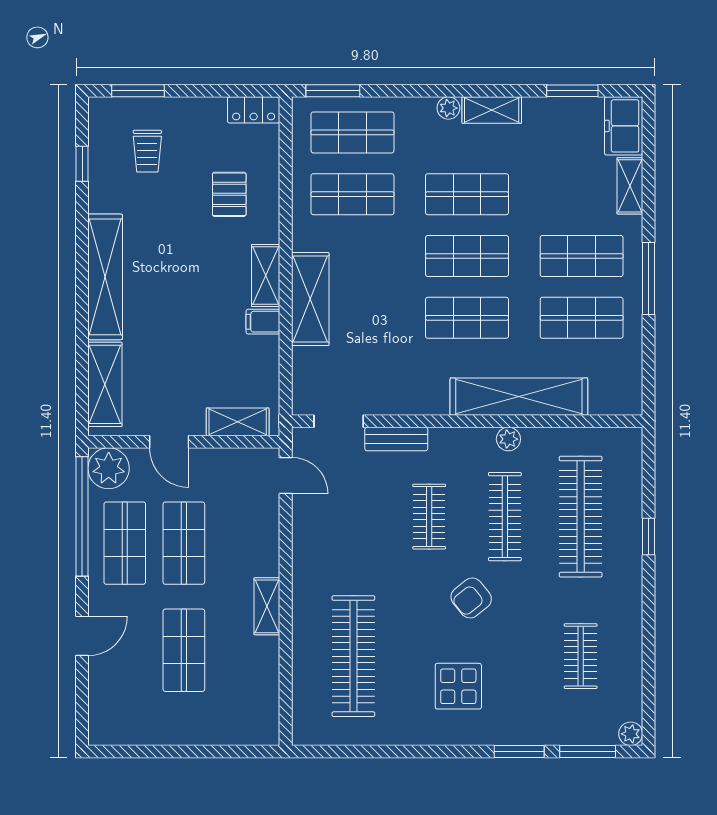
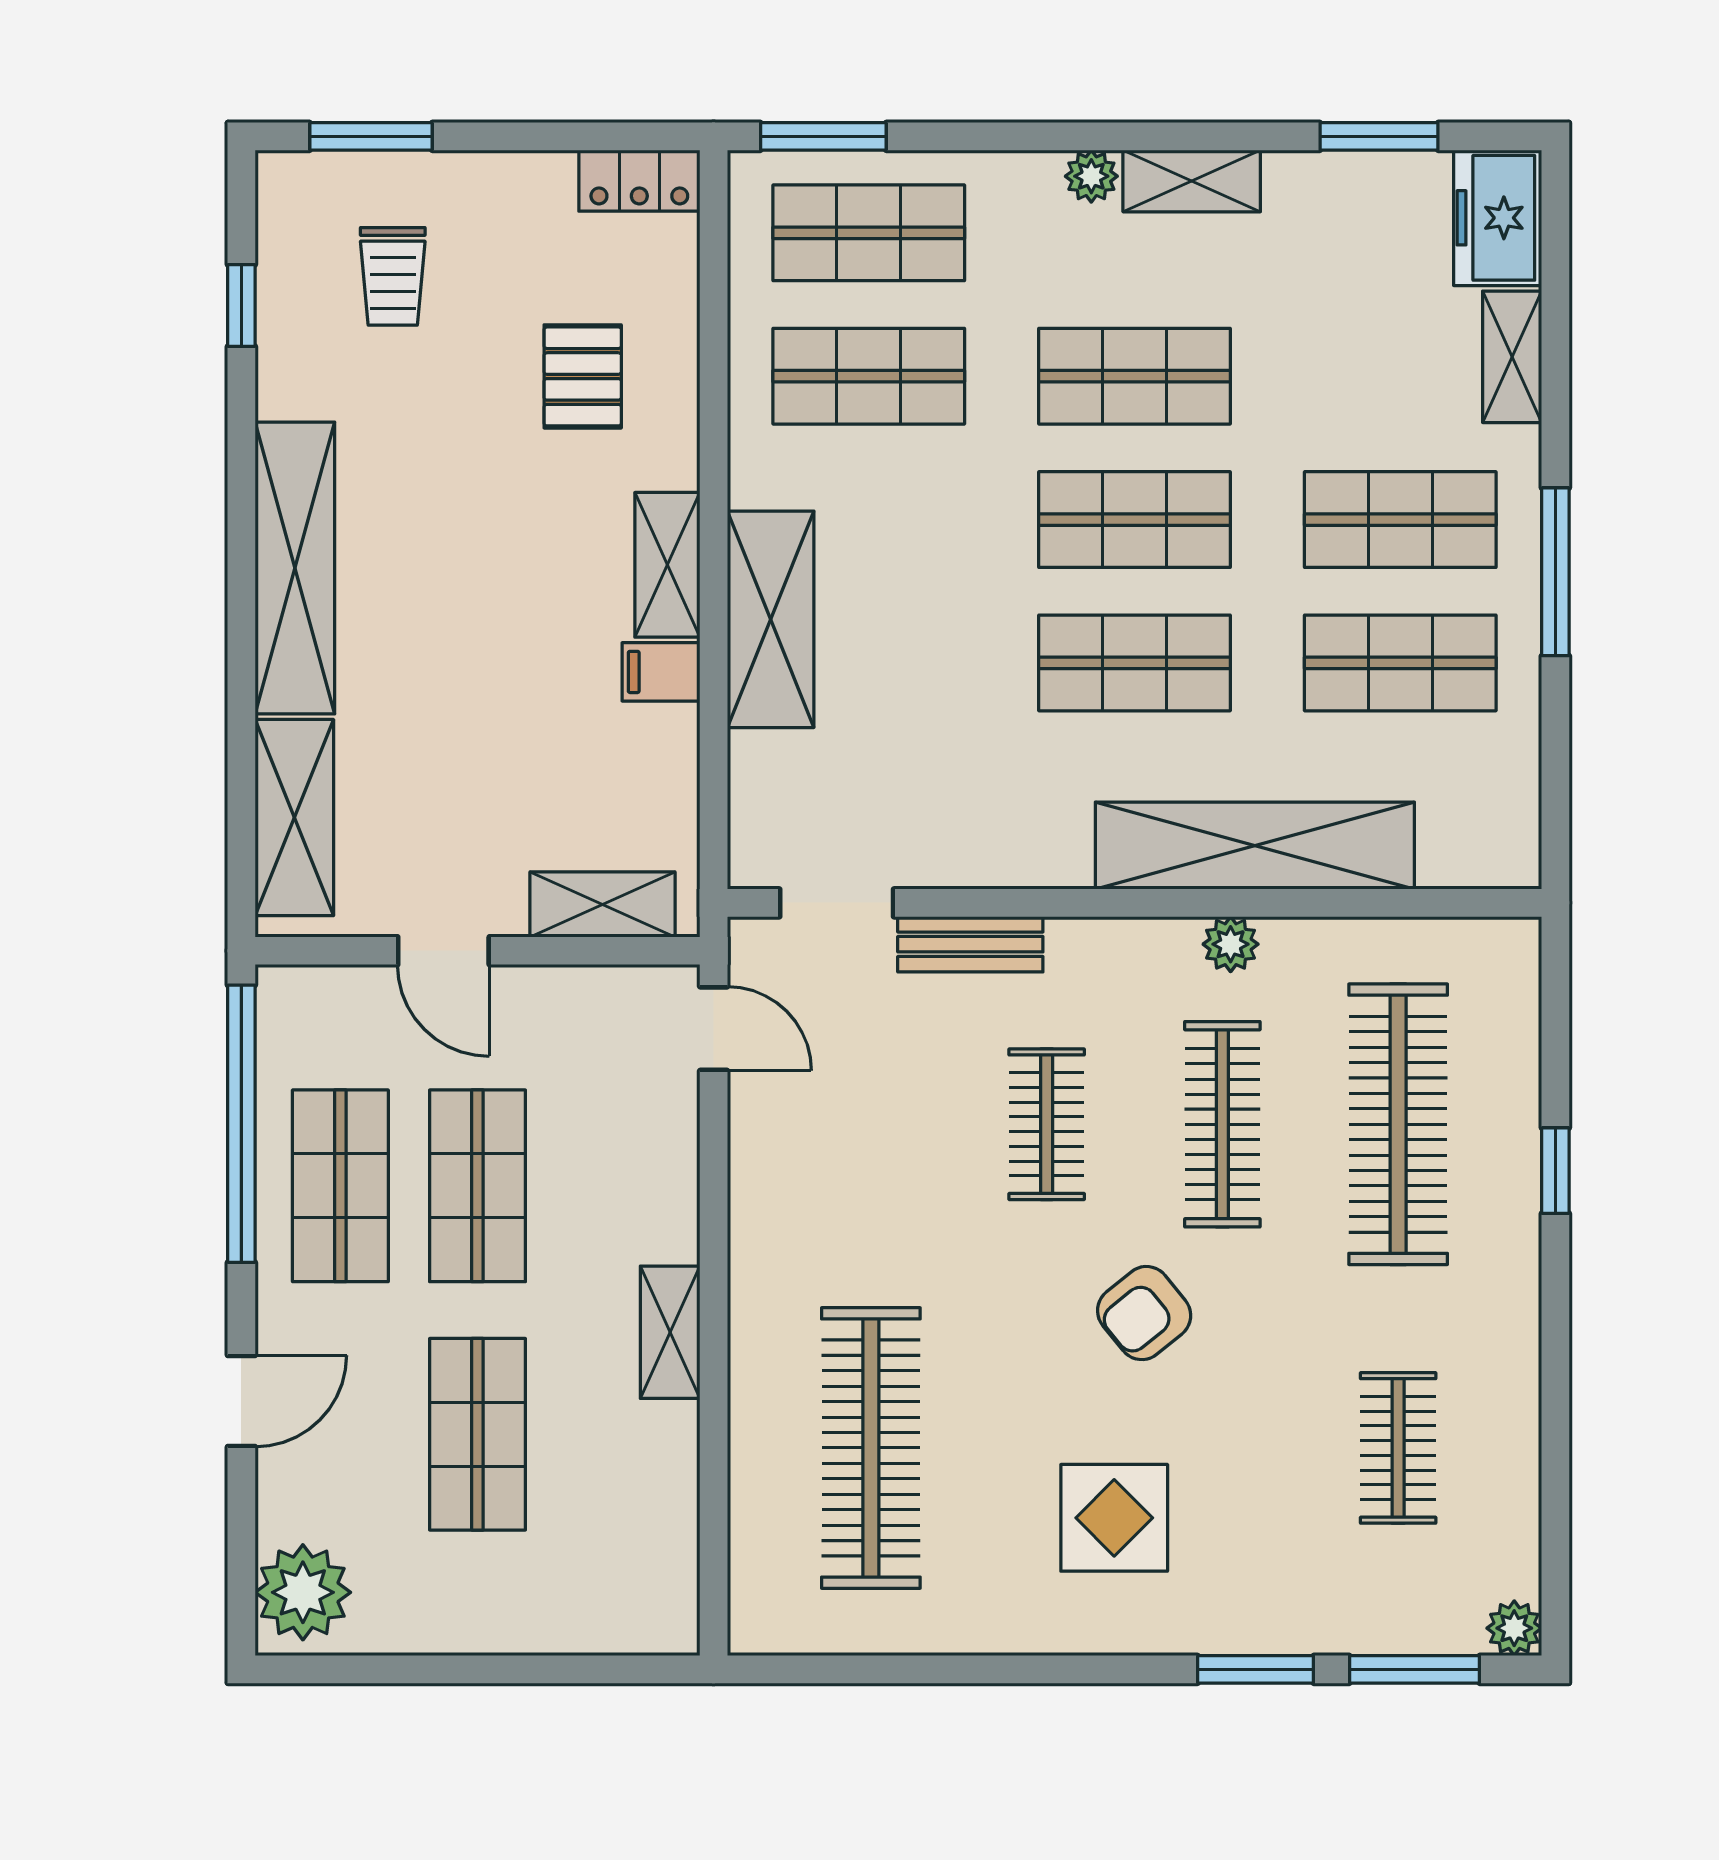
plant: (109, 468) -> (303, 1592), moved

